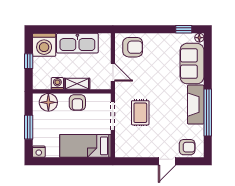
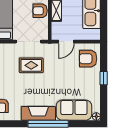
window: (184, 29) -> (104, 78), moved
armchair: (133, 47) -> (88, 59), turned 90
window: (208, 112) -> (48, 124), moved

